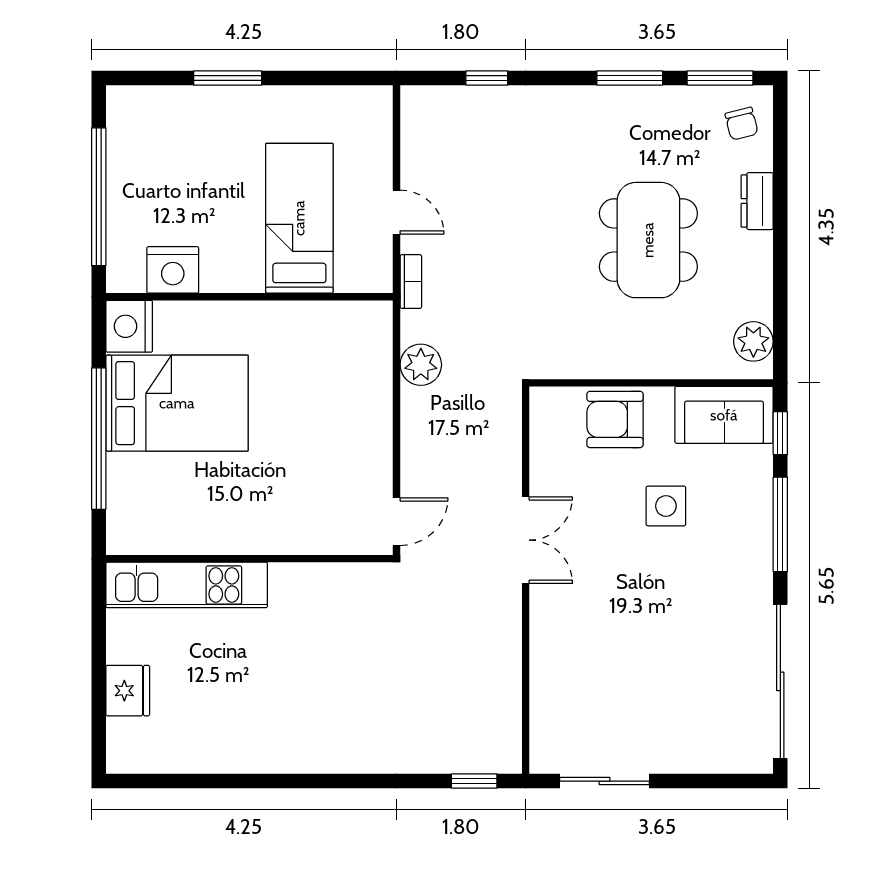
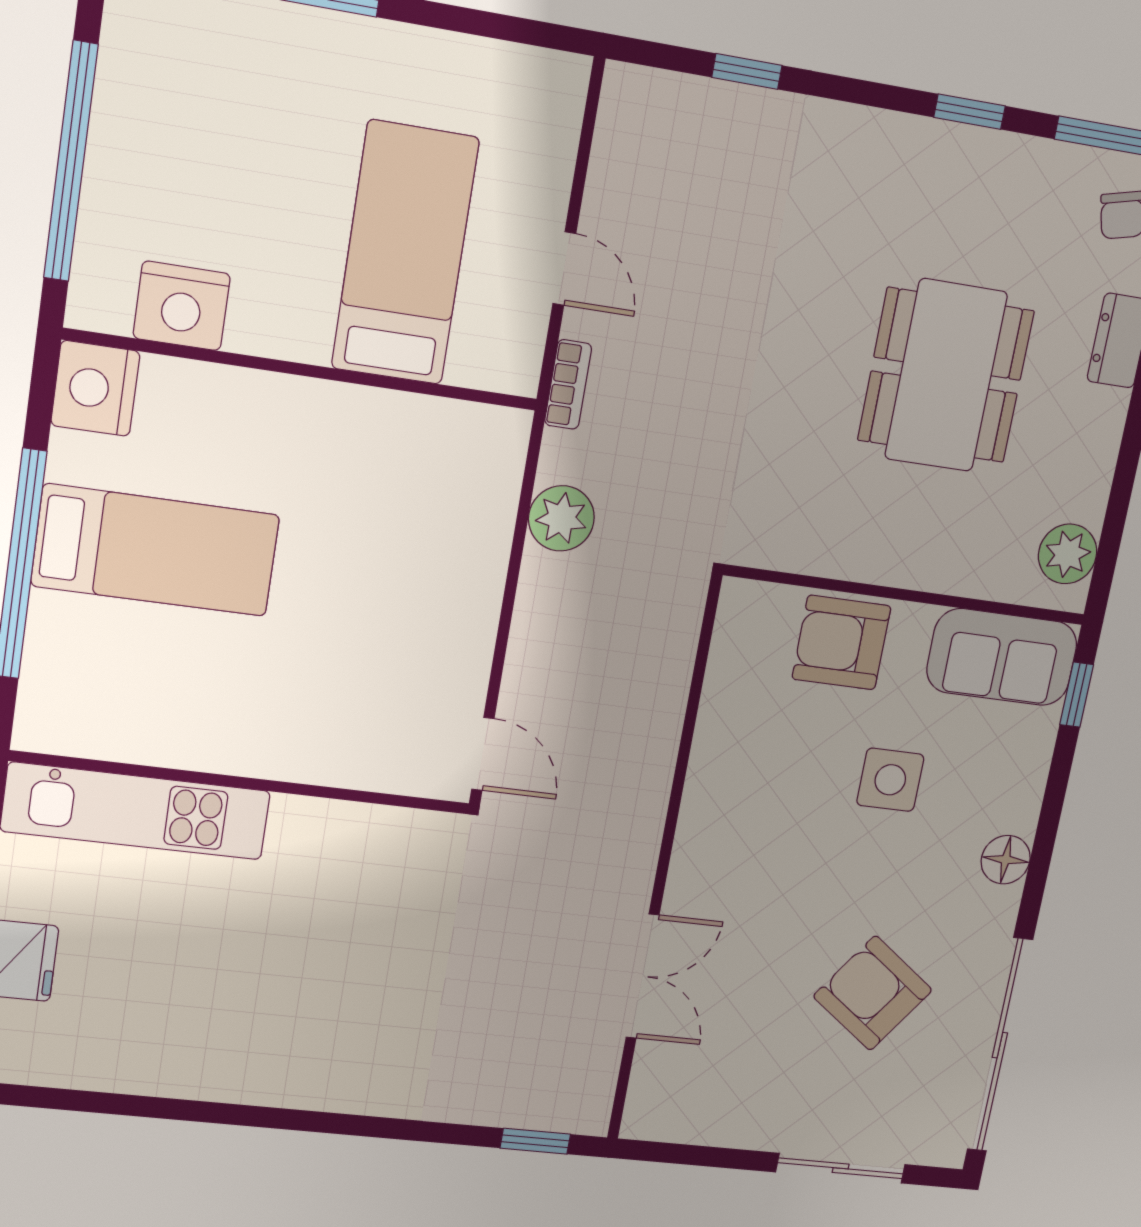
window: (630, 78) -> (970, 112), width x0.67
bed: (177, 403) -> (156, 550), width x0.67
door: (397, 522) -> (483, 754), hinge flipped
window: (780, 524) -> (1048, 826), removed
double door: (526, 540) -> (642, 976), moved
floor lamp: (756, 551) -> (1006, 860), added
armchair: (684, 654) -> (873, 993), added
sliding door: (605, 781) -> (841, 1168), moved

